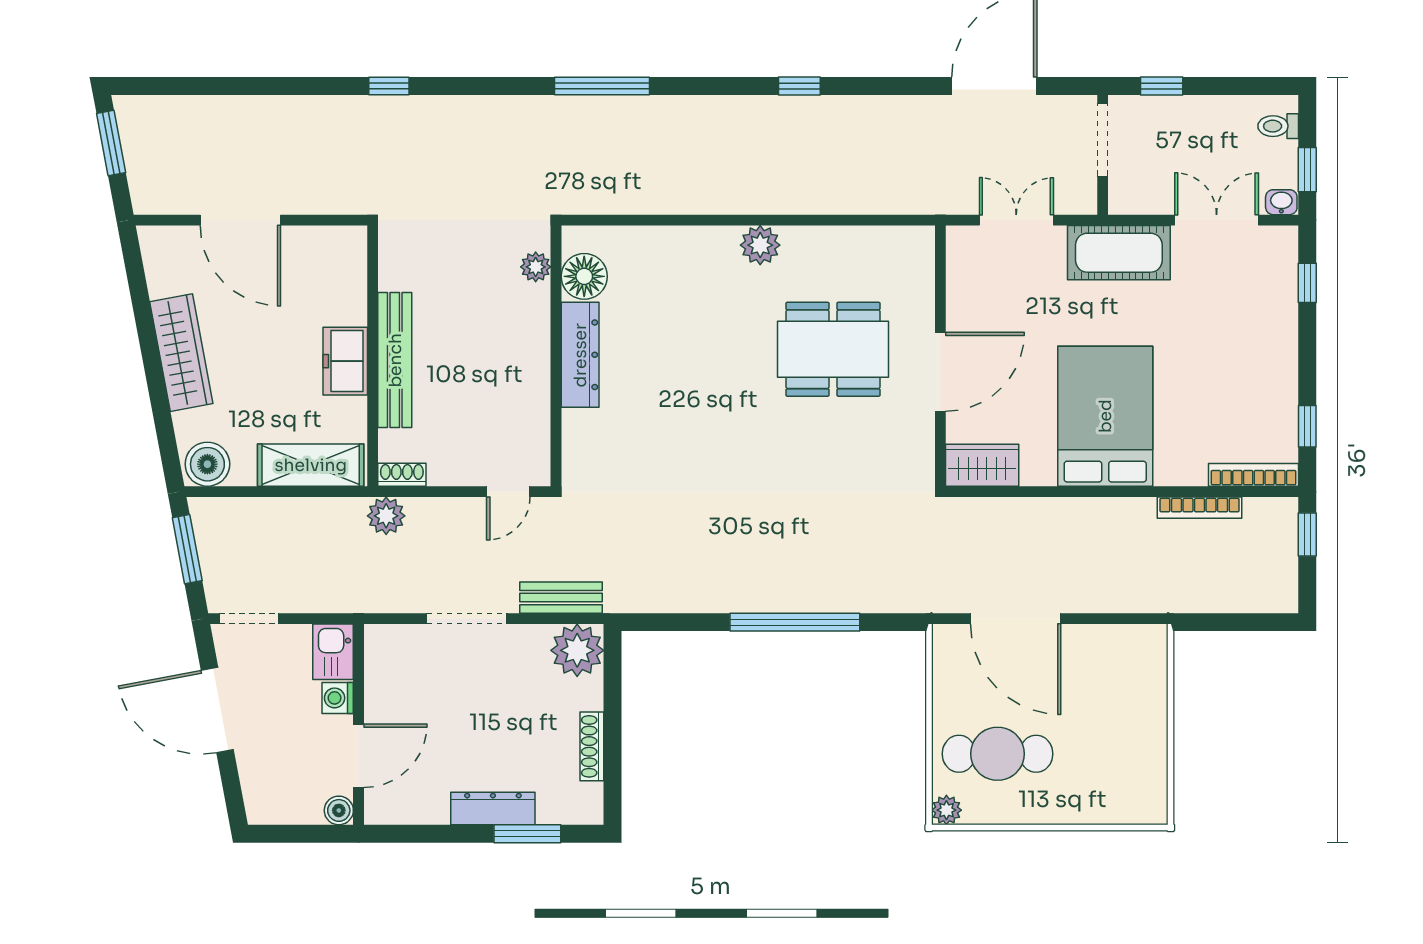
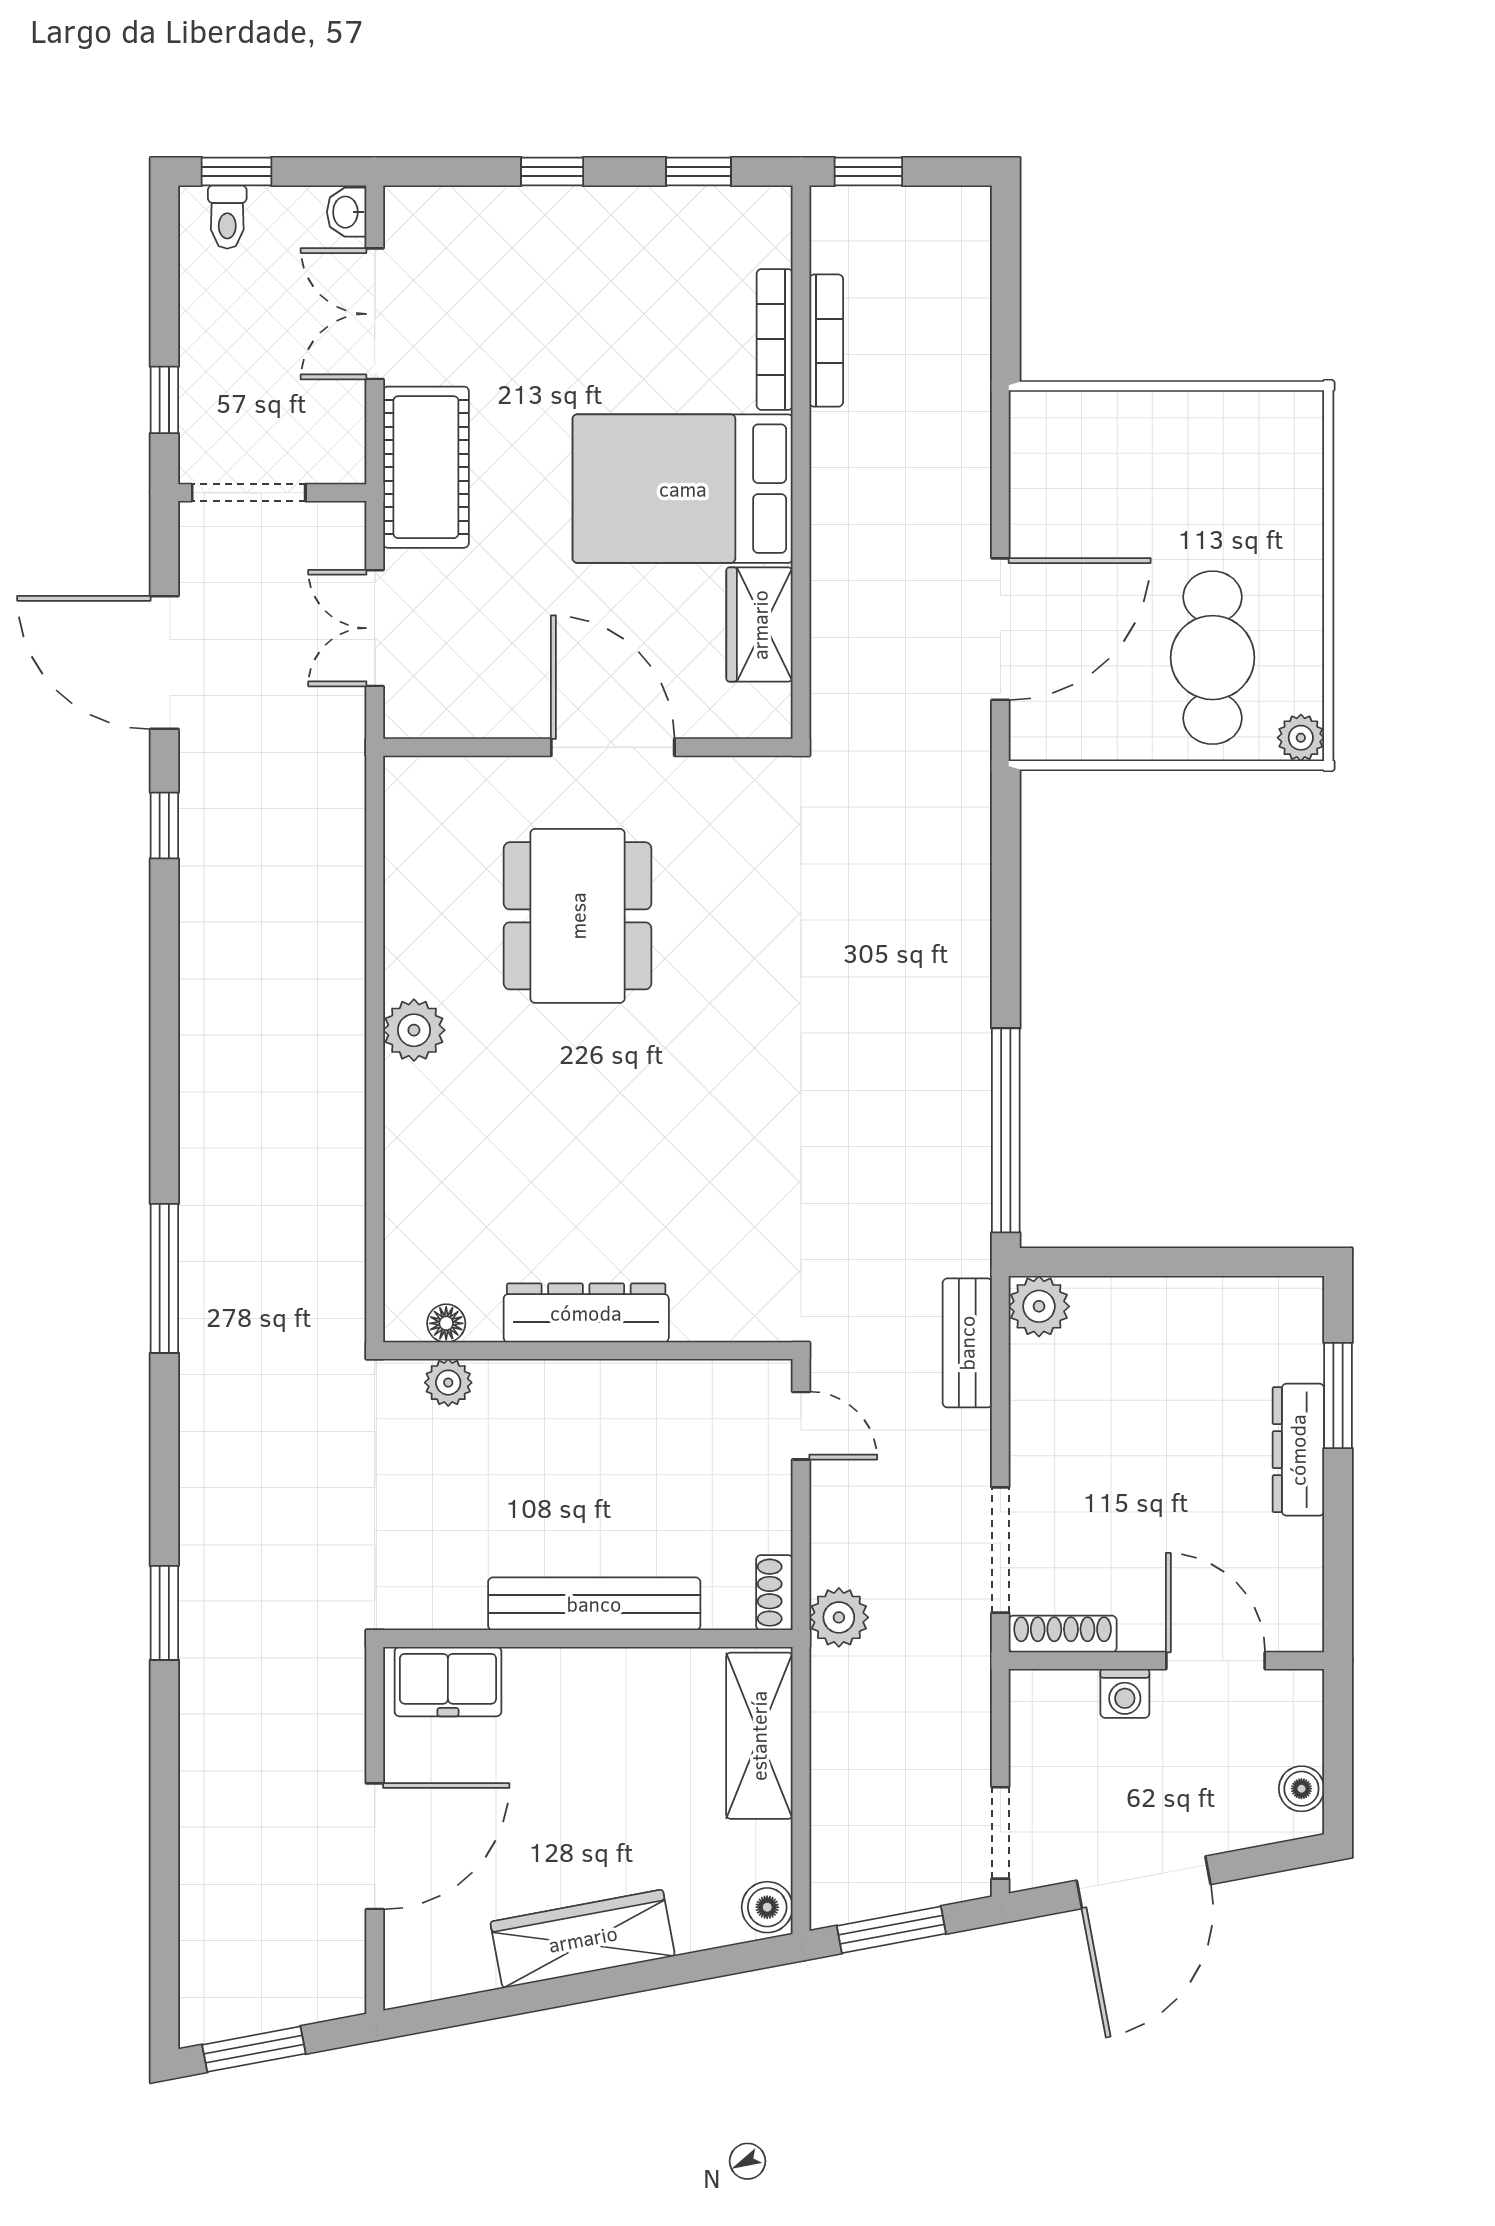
window: (389, 86) -> (164, 1613), width x1.50
window: (799, 86) -> (164, 826), moved
window: (1307, 170) -> (237, 171), moved
floor lamp: (584, 276) -> (446, 1323), width x0.53, depth x0.53
window: (1307, 283) -> (552, 171), moved
freezer: (345, 361) -> (448, 1682), moved
boiler: (207, 464) -> (767, 1907), width x0.73, depth x0.73
wardrobe: (982, 465) -> (760, 625), moved
bookcase: (1254, 475) -> (775, 339), moved
doorway: (467, 619) -> (1000, 1550), moved
window: (795, 622) -> (1006, 1130), moved
plant: (577, 650) -> (1039, 1306), width x0.73, depth x0.73
kitchen sink: (333, 652) -> (1052, 1701), removed
shoe rack: (592, 746) -> (1063, 1634), moved, turned 180
boiler: (339, 810) -> (1301, 1789), moved

